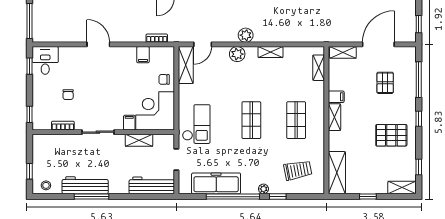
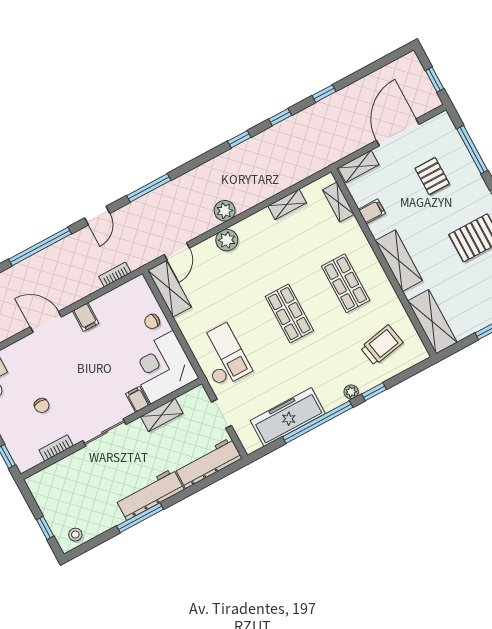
shelving: (270, 52) -> (287, 204), moved
filing cabinet: (143, 55) -> (86, 317), moved
filing cabinet: (336, 97) -> (372, 211), moved
shelving: (334, 117) -> (399, 261), width x1.50, depth x1.33
workbench: (85, 185) -> (150, 494), moved

